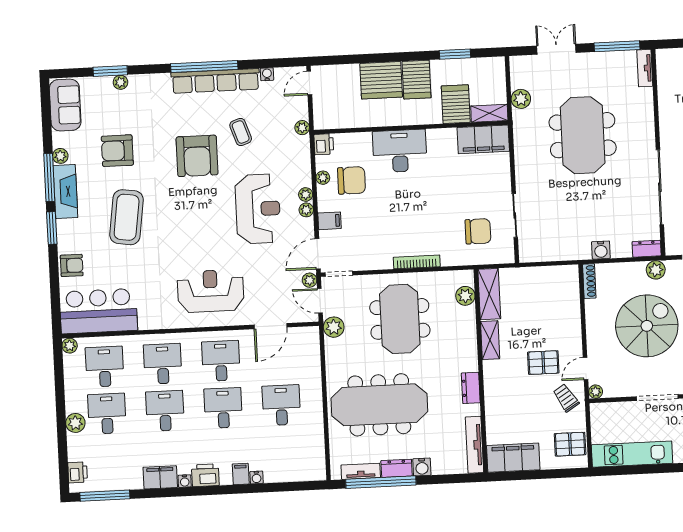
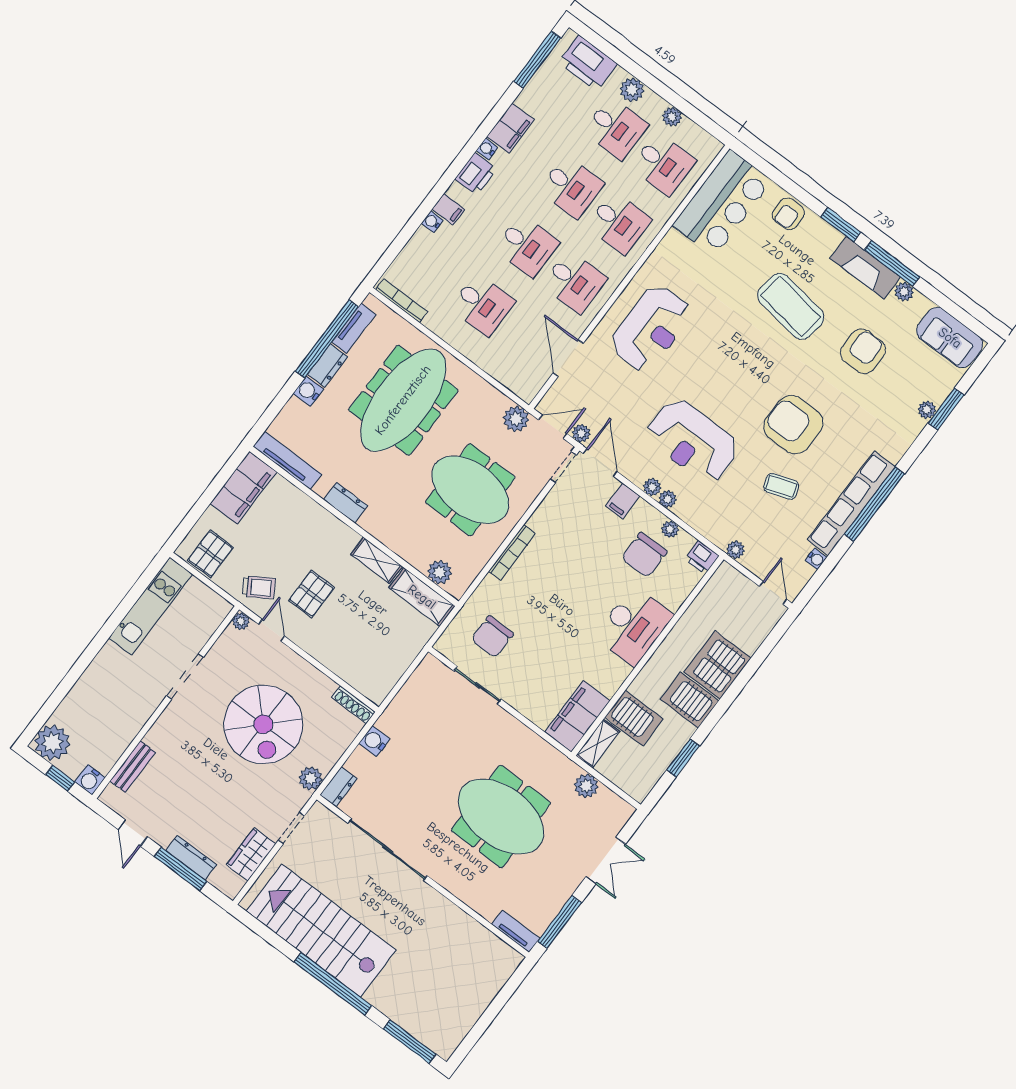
plant: (70, 346) -> (672, 117), moved
bookcase: (320, 456) -> (402, 301), added
printer: (78, 472) -> (588, 63), width x1.87, depth x1.48

